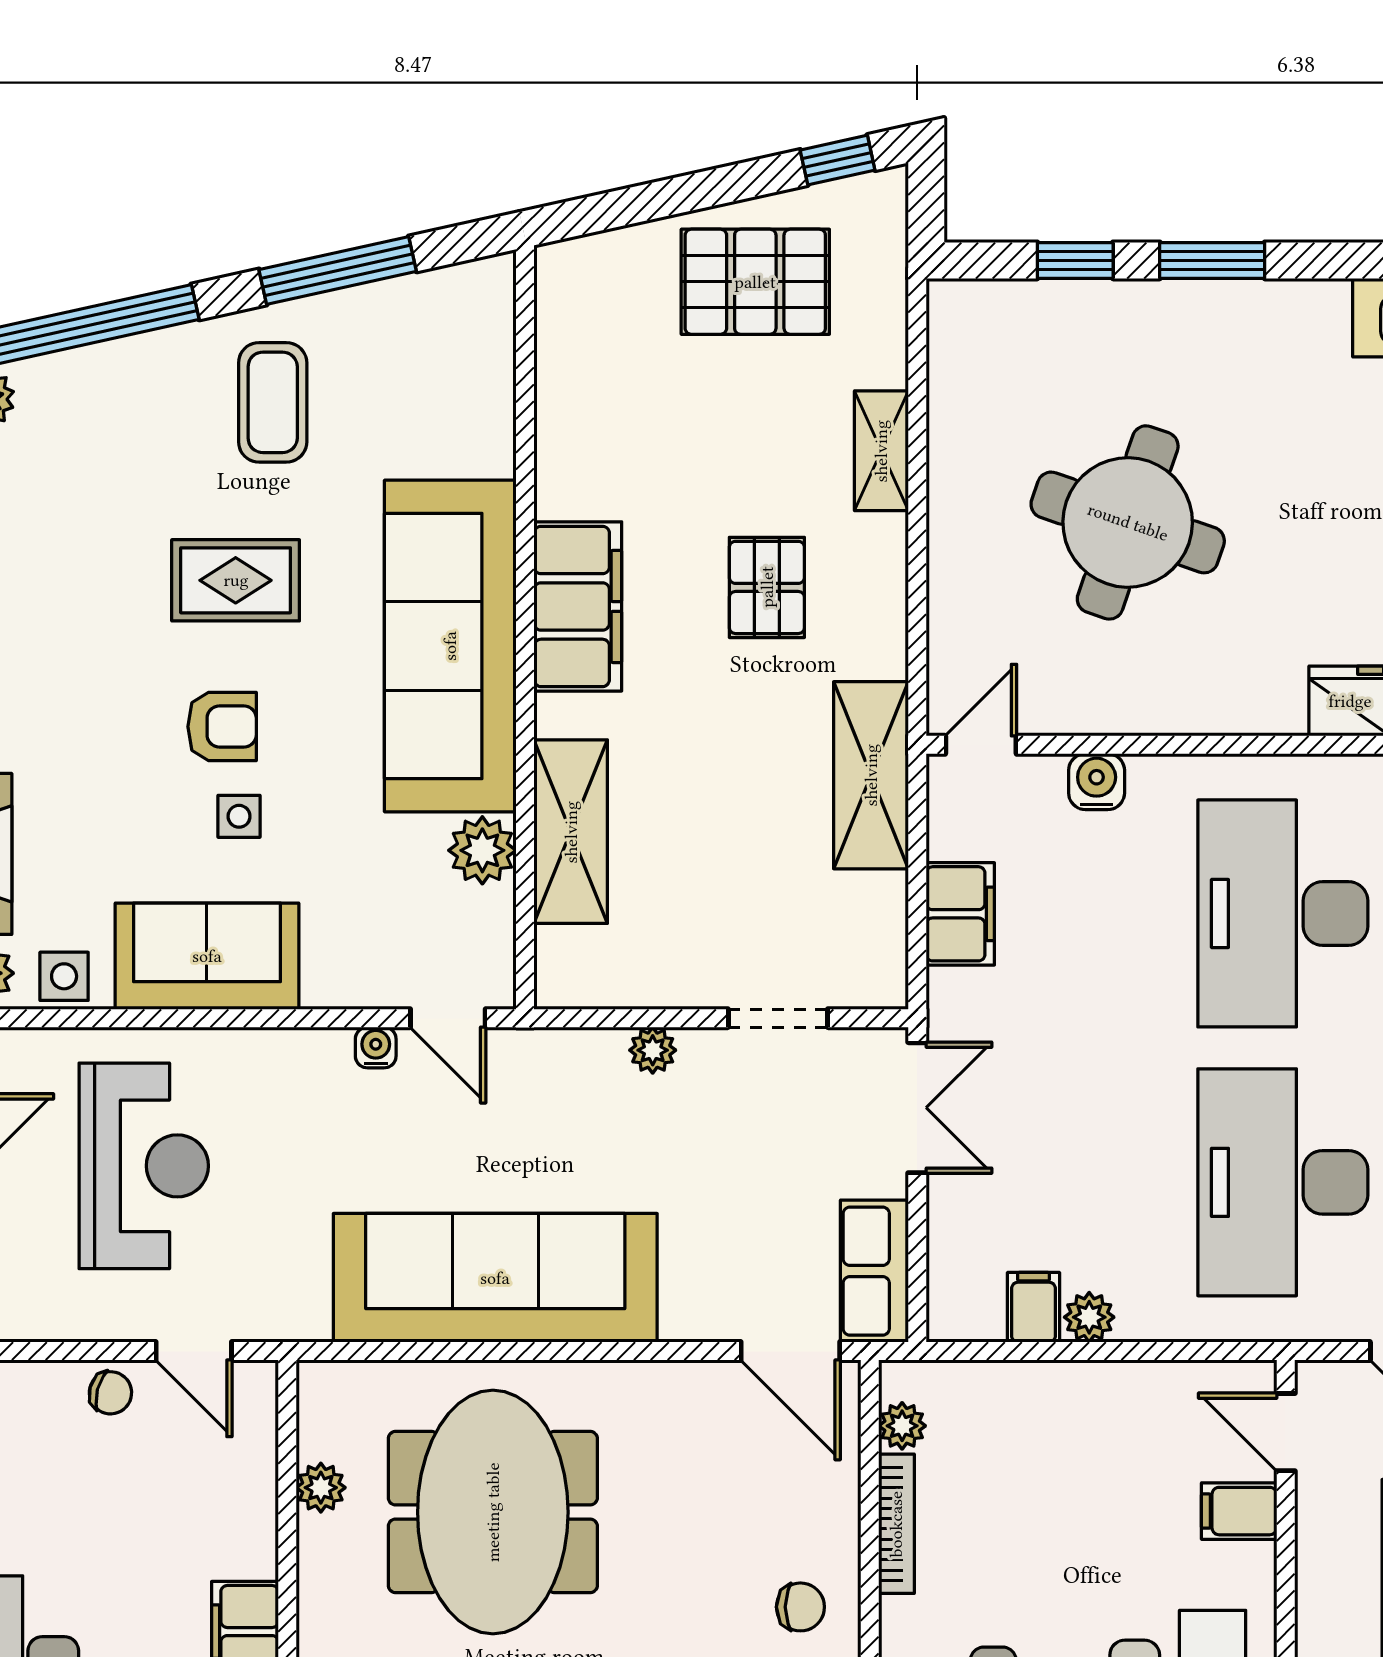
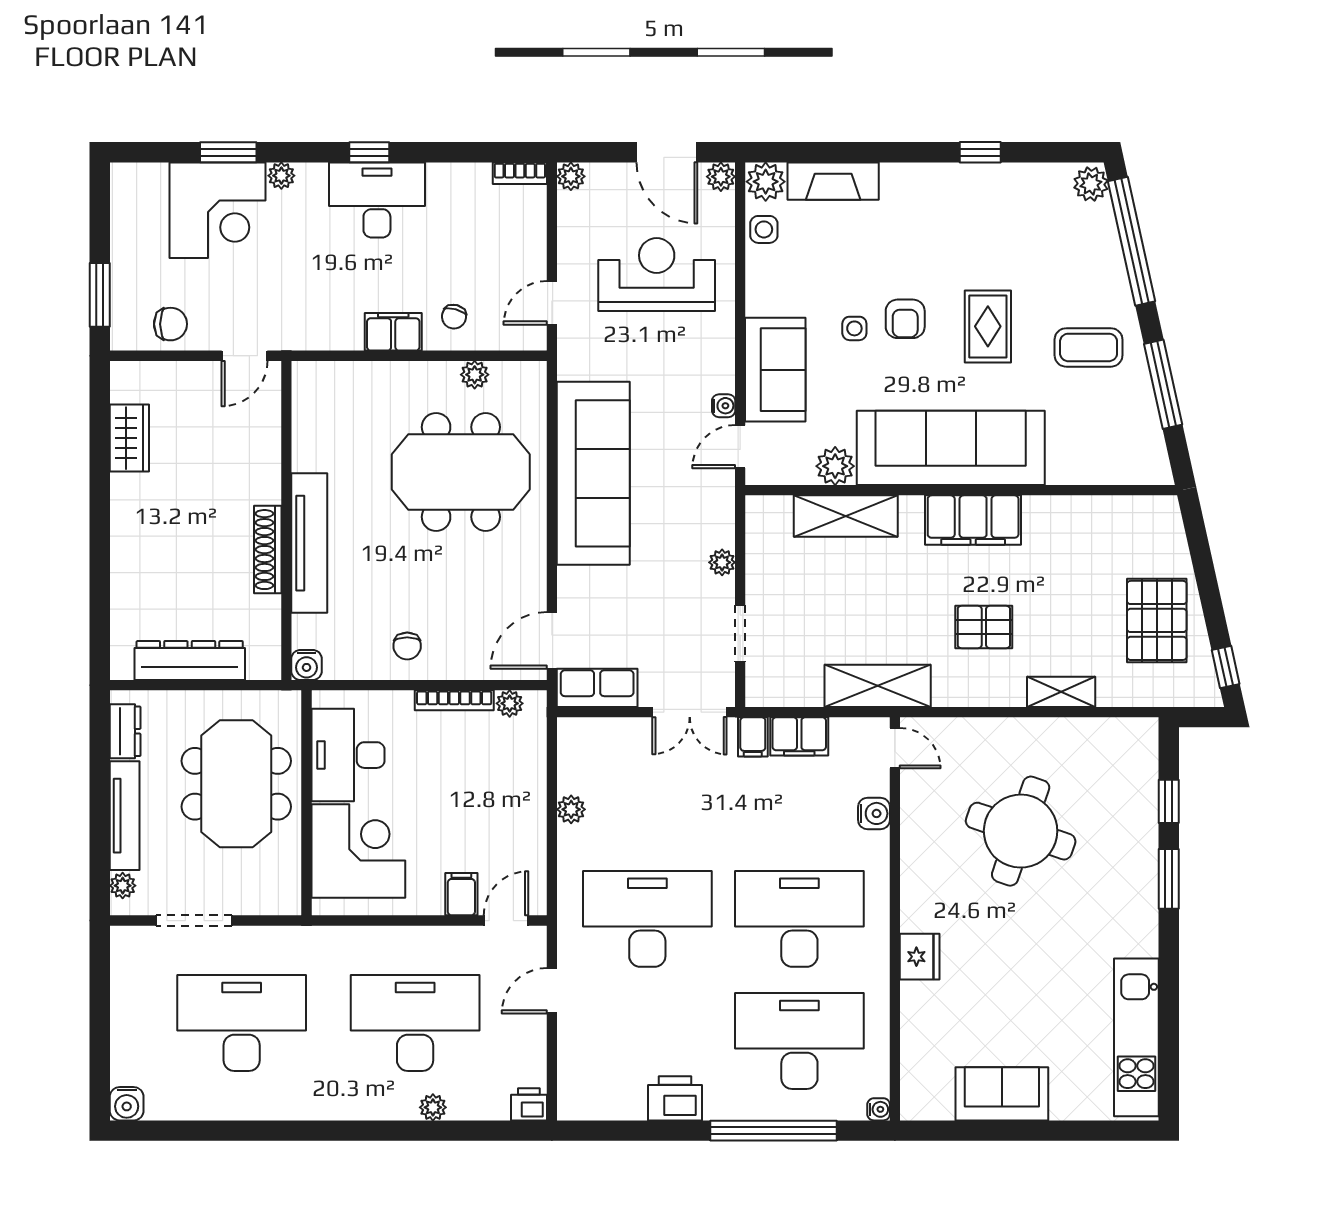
sofa: (207, 956) -> (775, 370), moved
reception desk: (144, 1166) -> (657, 274), turned 180
filing cabinet: (1033, 1307) -> (753, 737), moved, turned 90
chair: (110, 1393) -> (454, 317), moved

